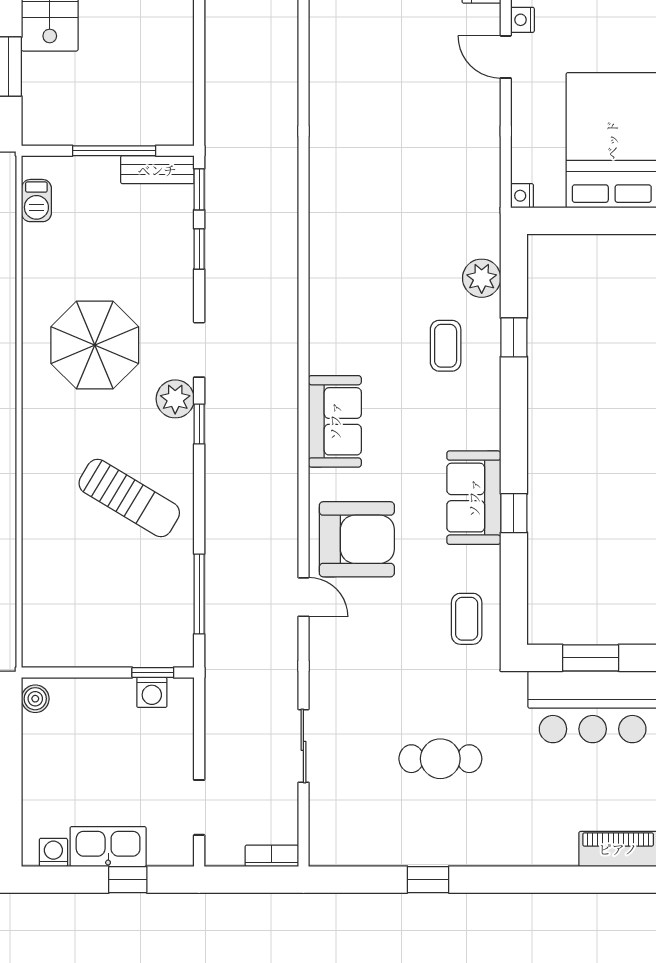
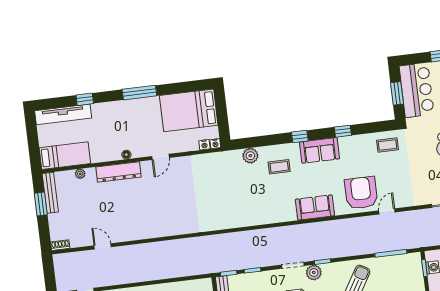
nightstand: (522, 20) -> (204, 145), moved
window: (514, 337) -> (300, 137), moved
sofa: (474, 498) -> (320, 150), moved

